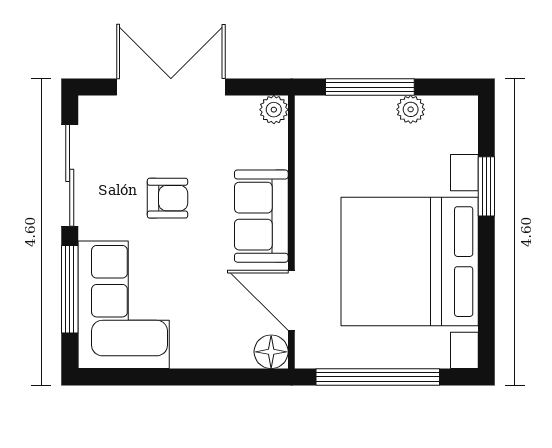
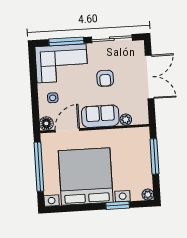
plant: (411, 109) -> (148, 195), moved
plant: (274, 110) -> (126, 120), moved
side table: (208, 332) -> (53, 98), added

